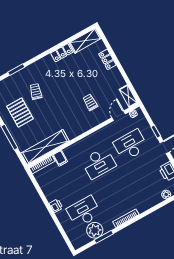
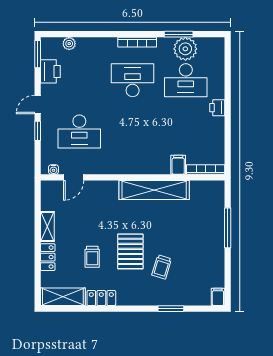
shelving: (128, 96) -> (47, 226), moved
trolley: (90, 102) -> (92, 257), moved
pallet: (20, 112) -> (130, 251), moved
shelving: (45, 147) -> (154, 190), moved
desk: (99, 163) -> (133, 80), moved

